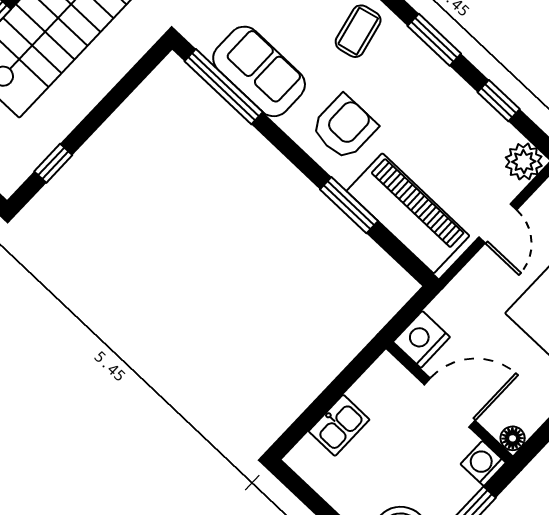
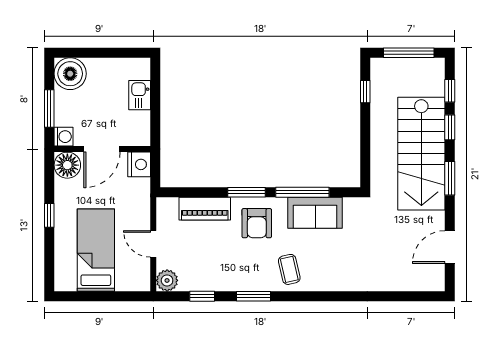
window: (224, 87) -> (302, 192), moved
window: (349, 205) -> (247, 192), moved
piano: (408, 213) -> (205, 209), width x0.73, depth x0.75
floor lamp: (513, 438) -> (67, 165), width x1.89, depth x1.89

